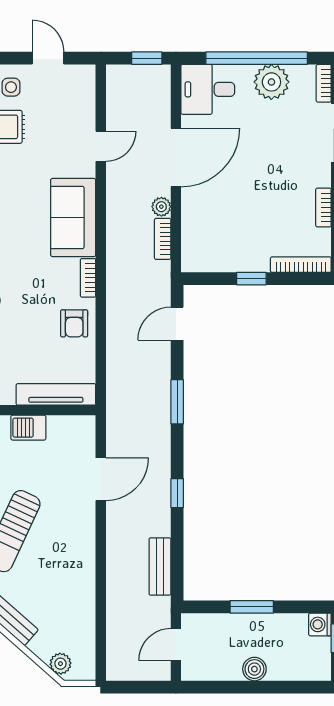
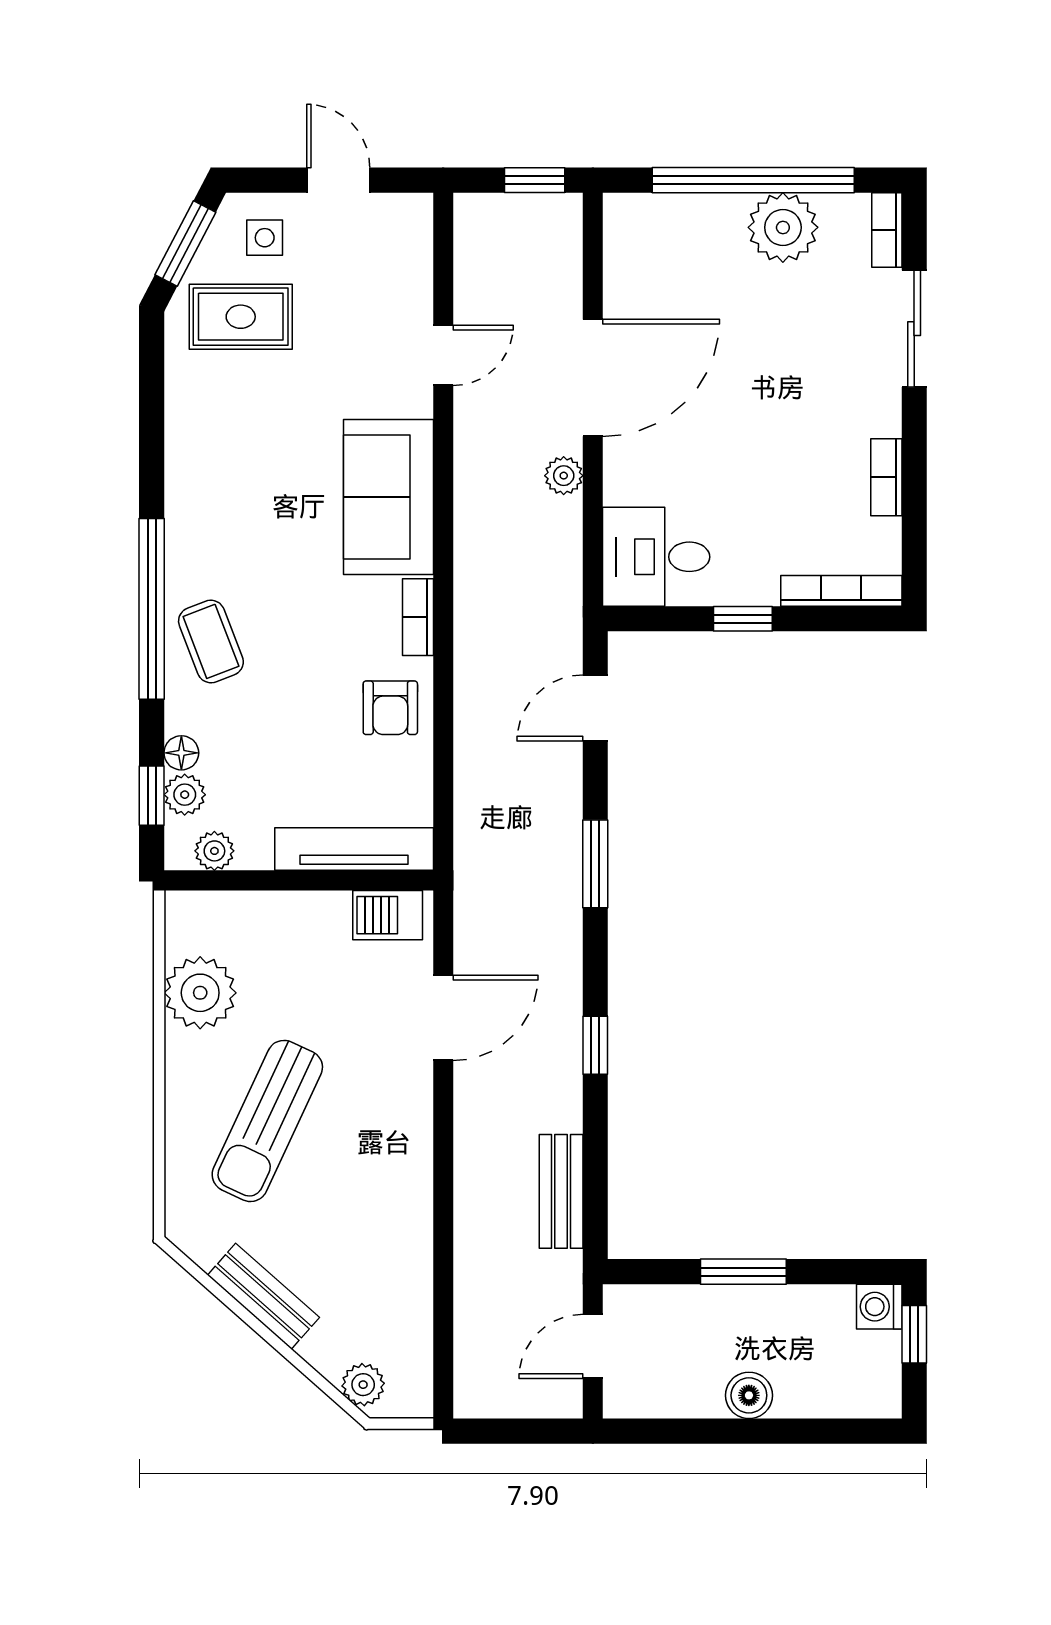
desk: (208, 89) -> (656, 557), moved
bookcase: (163, 239) -> (566, 539), removed
barbecue: (28, 428) -> (388, 915), moved

